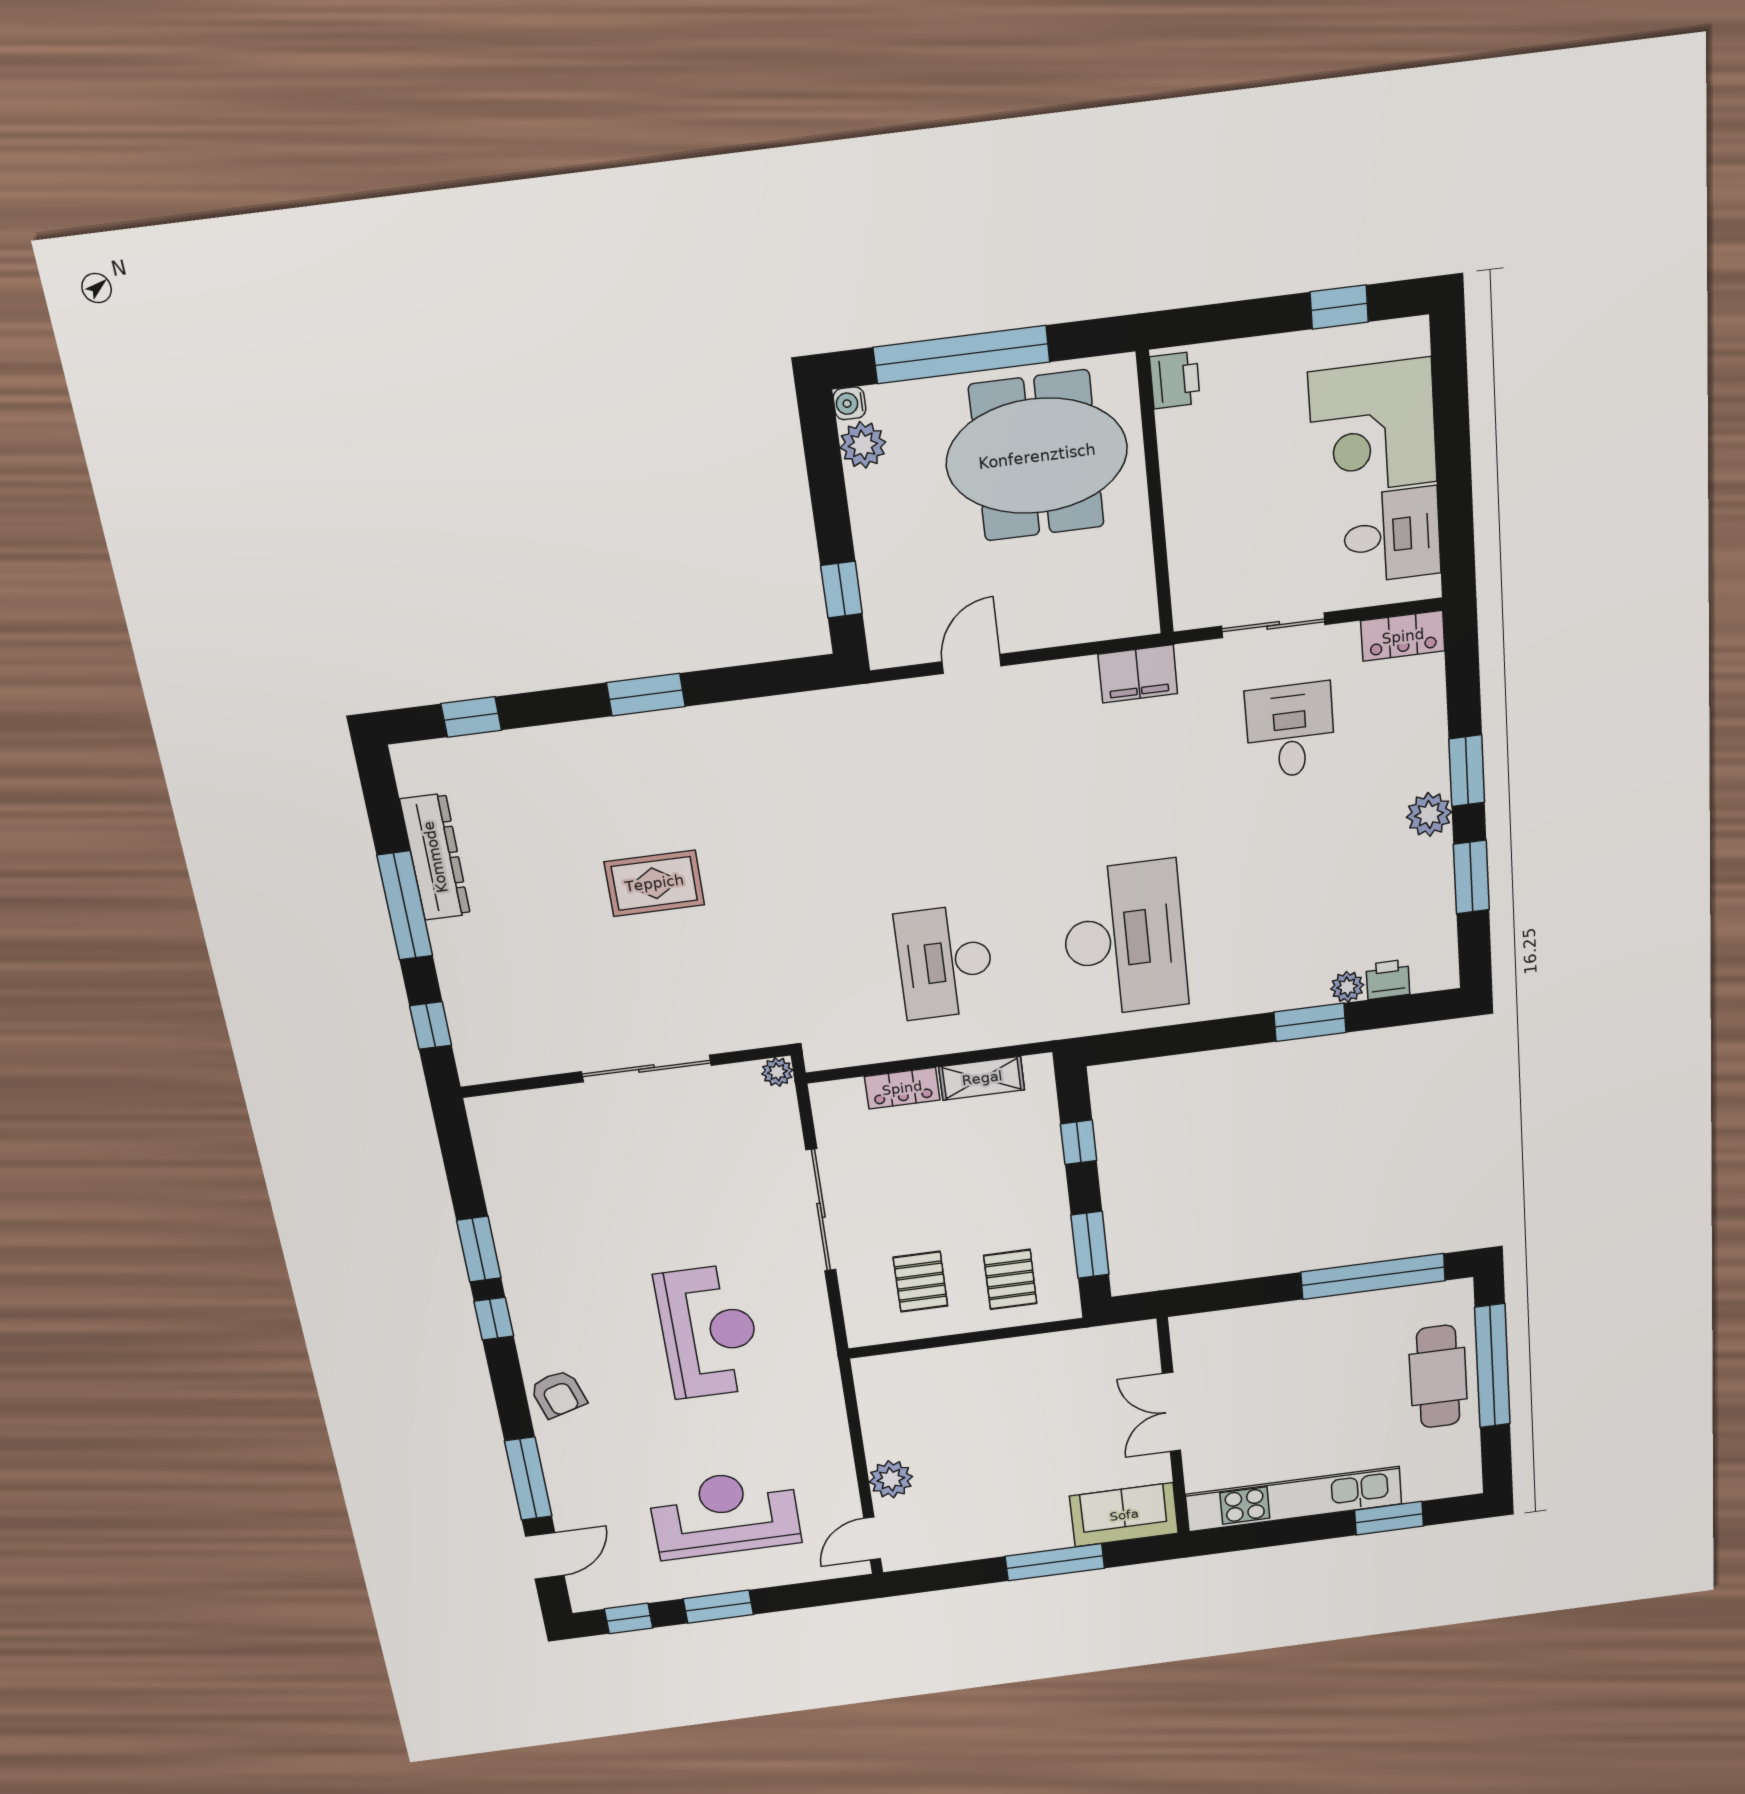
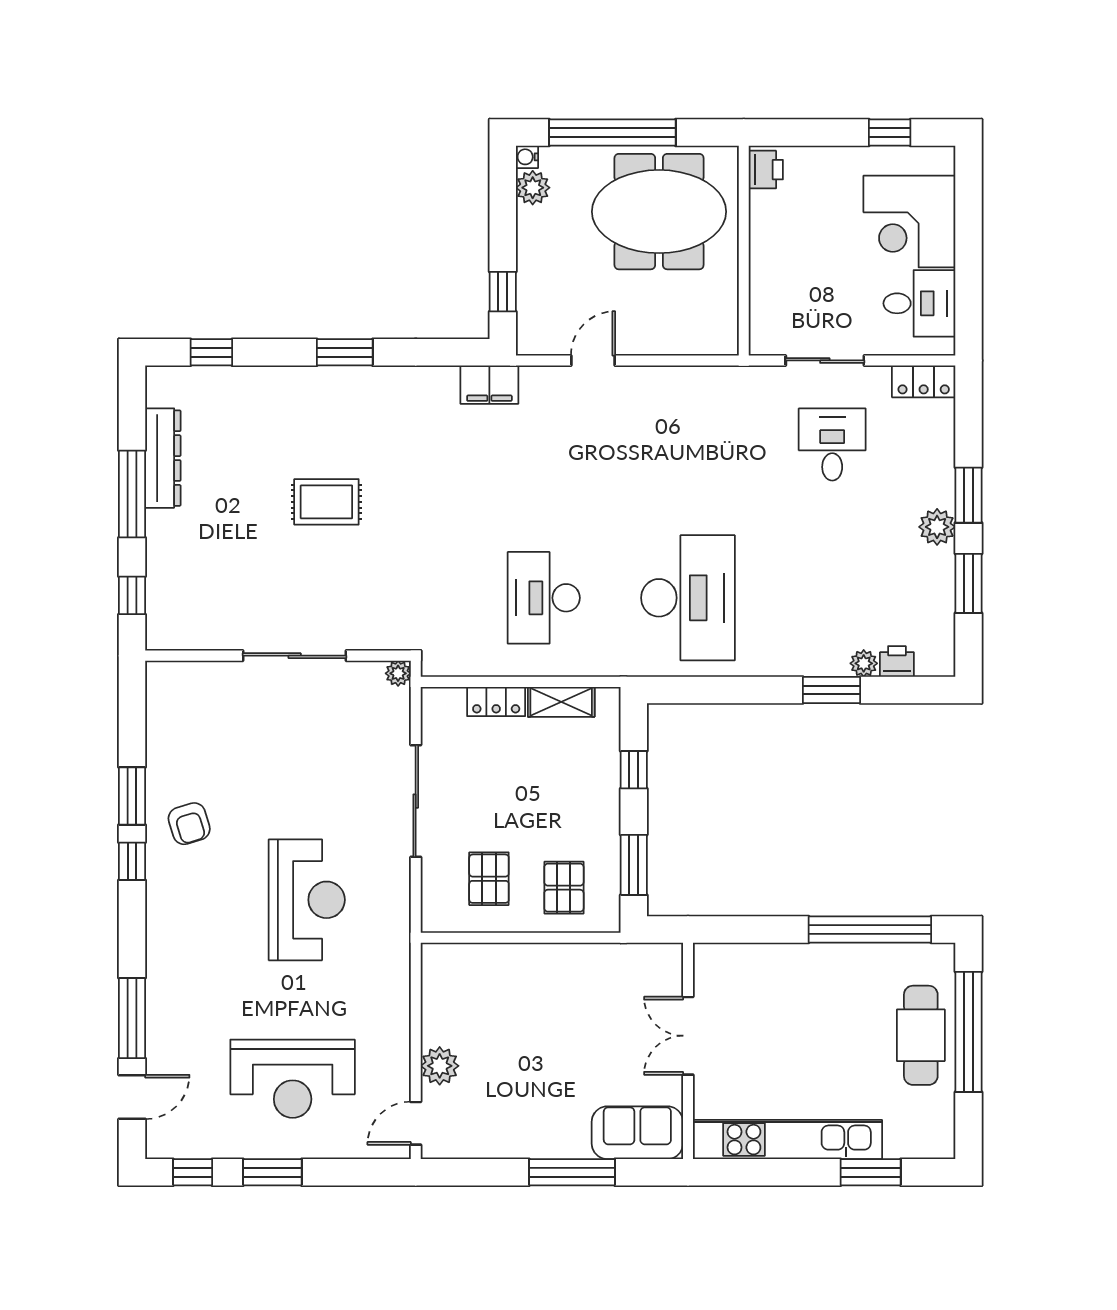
filing cabinet: (1138, 674) -> (489, 385), moved
armchair: (558, 1394) -> (189, 824), moved
reception desk: (725, 1514) -> (293, 1079), turned 180

